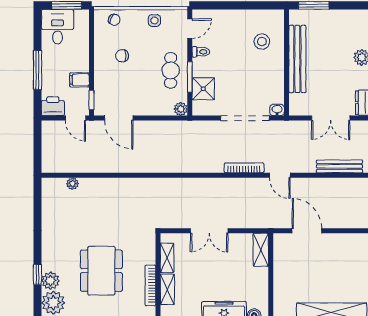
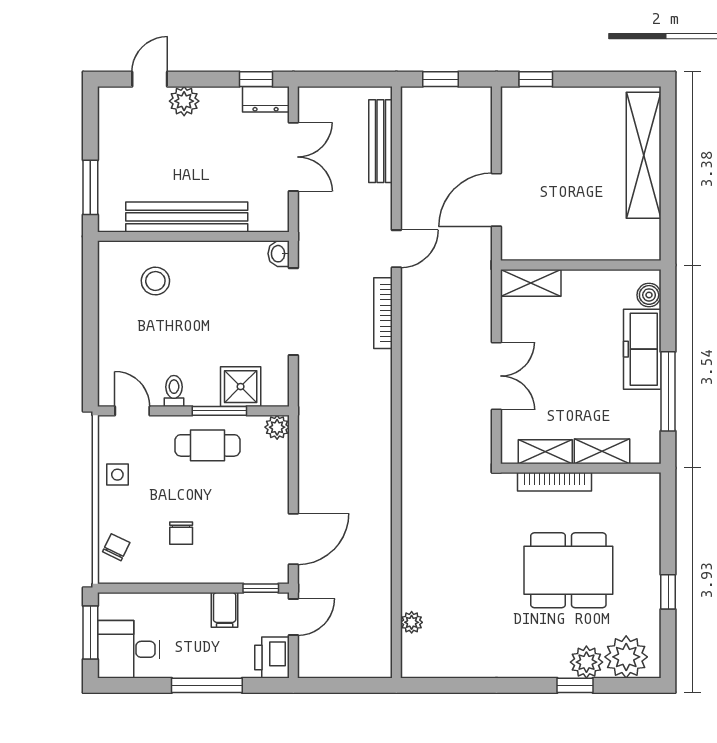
bookcase: (150, 285) -> (555, 482), moved

